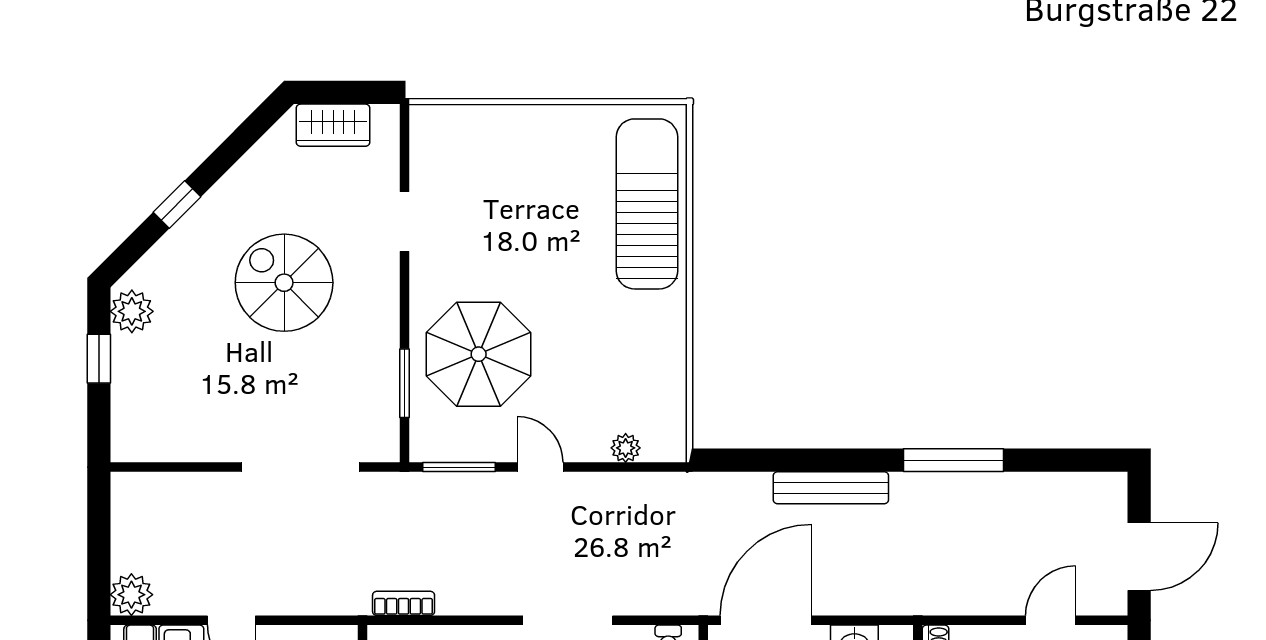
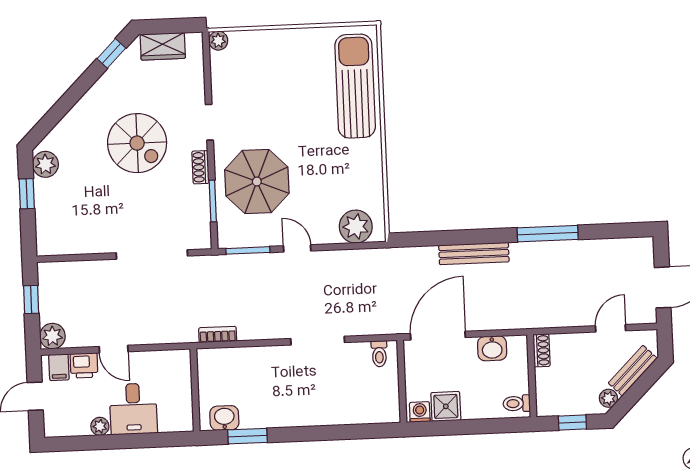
plant: (425, 120) -> (218, 41), added
window: (177, 205) -> (111, 53), moved
doorway: (405, 221) -> (209, 122), moved
spiral stairs: (284, 283) -> (137, 143), turned 180
shoe rack: (387, 327) -> (201, 167), added
plant: (626, 448) -> (356, 227), width x1.88, depth x1.88
window: (99, 533) -> (31, 299), added

